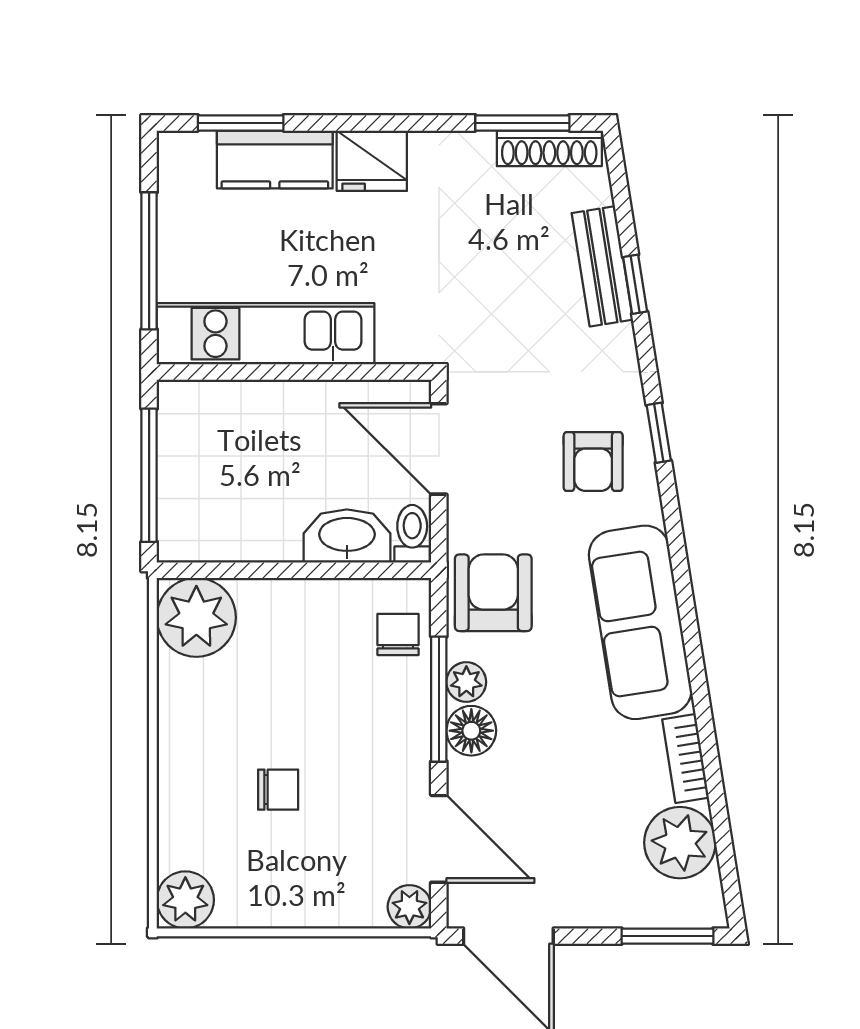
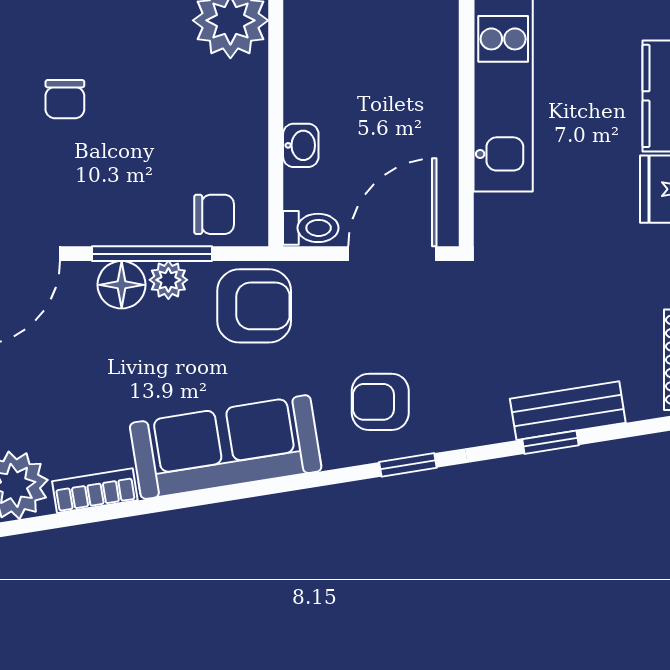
washbasin: (347, 536) -> (301, 145), width x0.52, depth x0.69

